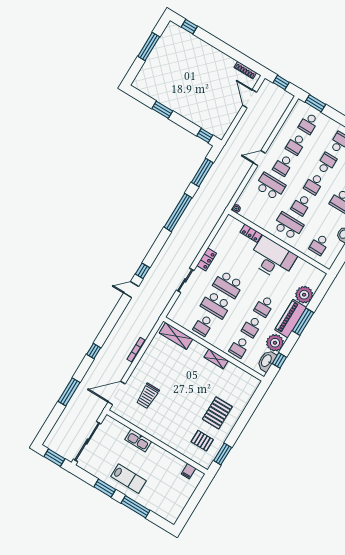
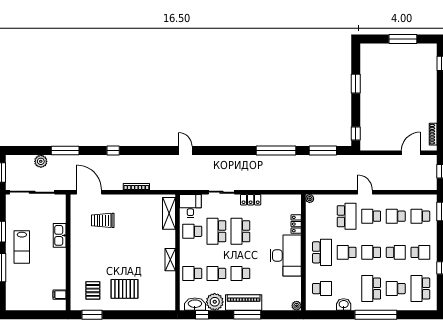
school desk: (319, 245) -> (322, 289), turned 180
window: (142, 271) -> (207, 151), removed
plant: (304, 295) -> (297, 306), moved, width x0.53, depth x0.53
desk: (181, 314) -> (190, 206), added
plant: (65, 418) -> (41, 161), added

